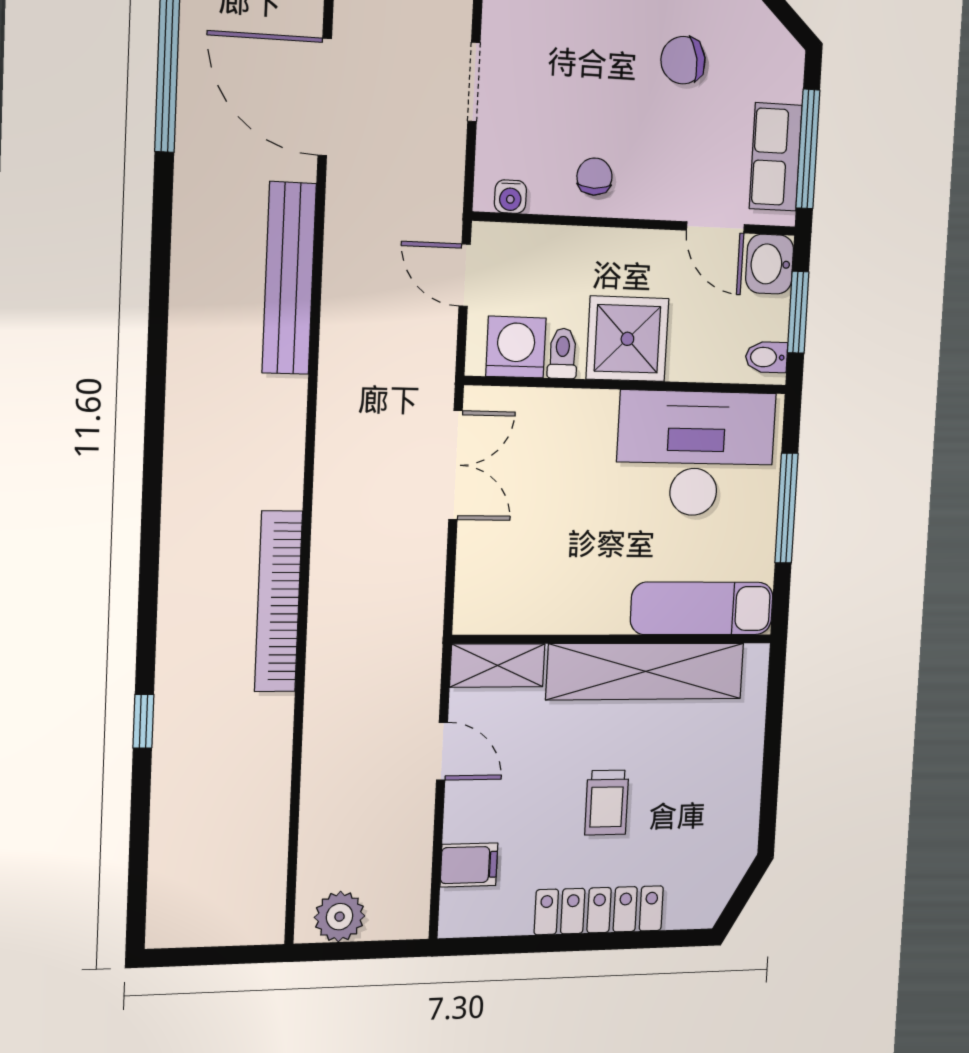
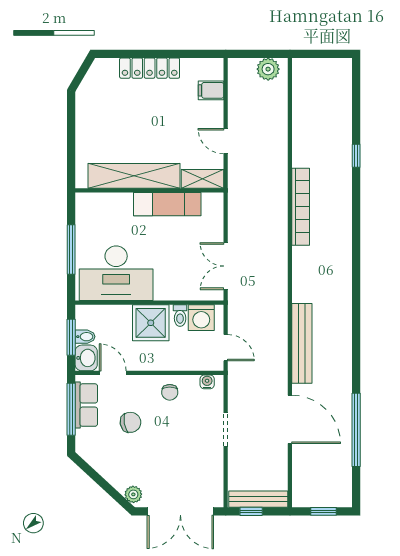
chair: (683, 60) -> (131, 422), moved
bidet: (766, 357) -> (85, 337), moved
exam couch: (702, 608) -> (167, 204), moved
trolley: (607, 803) -> (149, 117), removed

